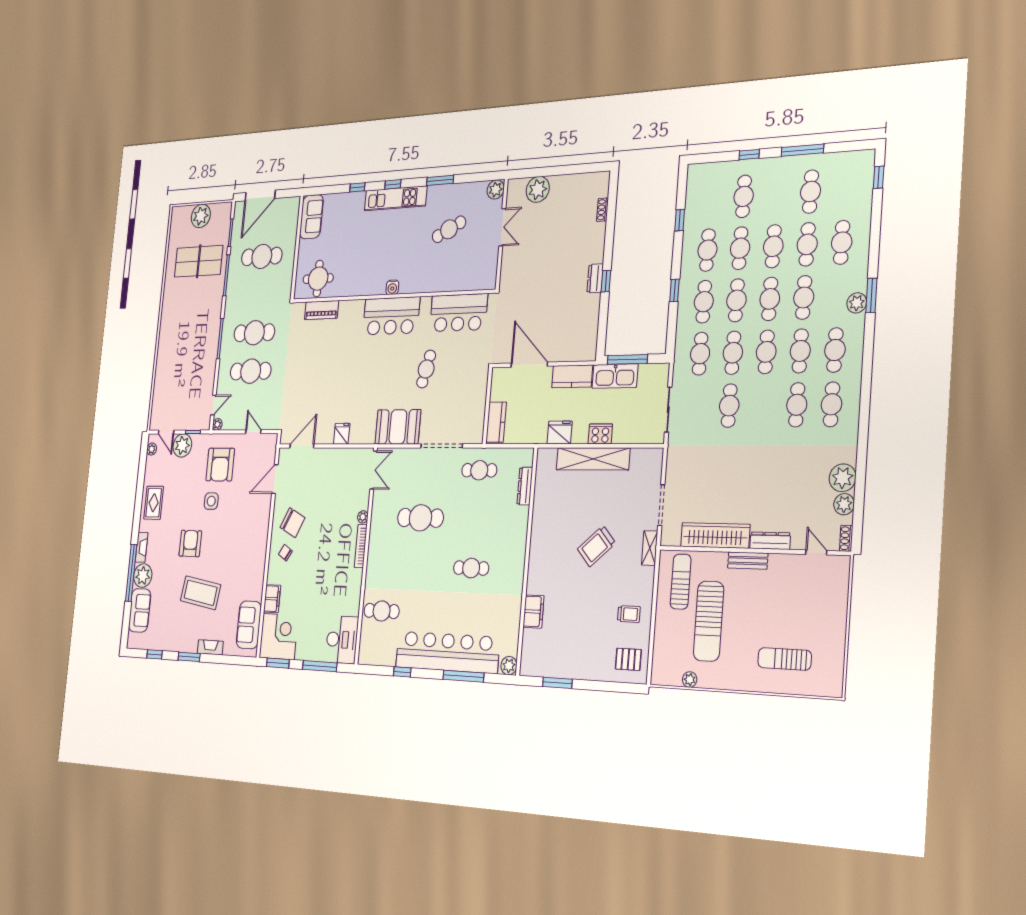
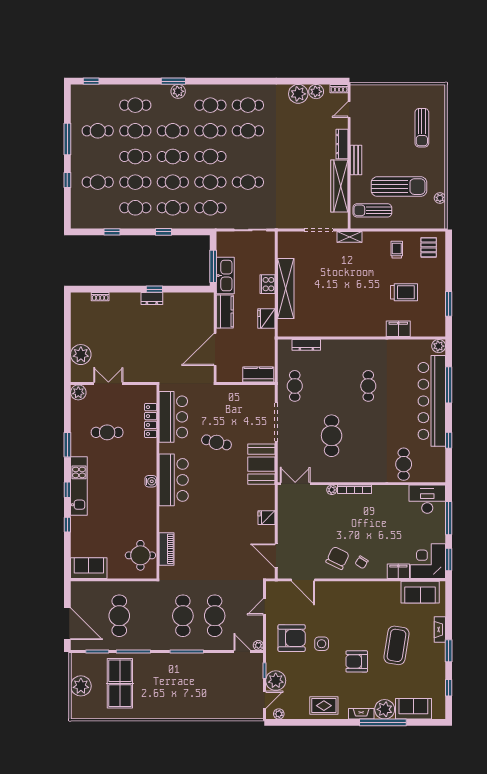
cafe table: (449, 229) -> (107, 432), turned -64
locker: (457, 284) -> (151, 421), added
trolley: (596, 546) -> (404, 292), moved, turned -48

